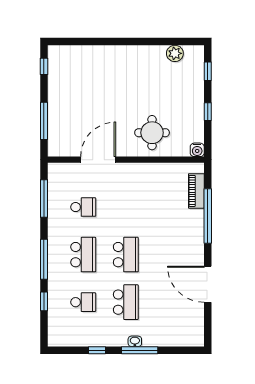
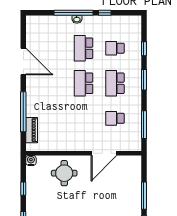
window: (44, 121) -> (144, 196), moved
window: (44, 259) -> (144, 80), width x0.69
window: (140, 350) -> (73, 13), width x1.46

